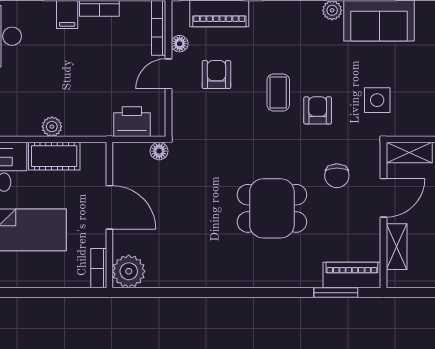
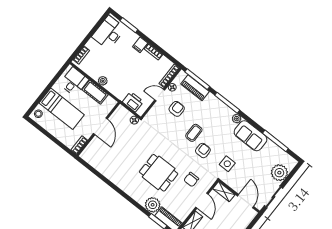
door: (383, 198) -> (202, 201), hinge flipped
plant: (129, 271) -> (153, 205), moved

